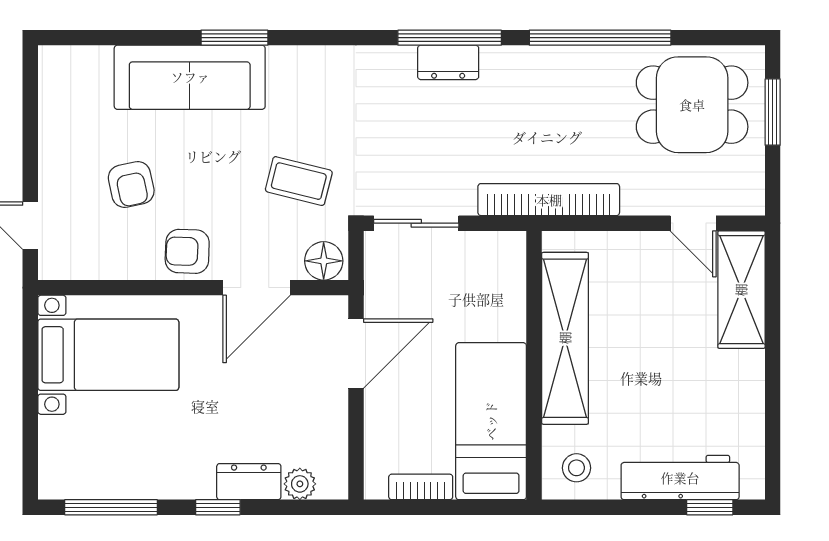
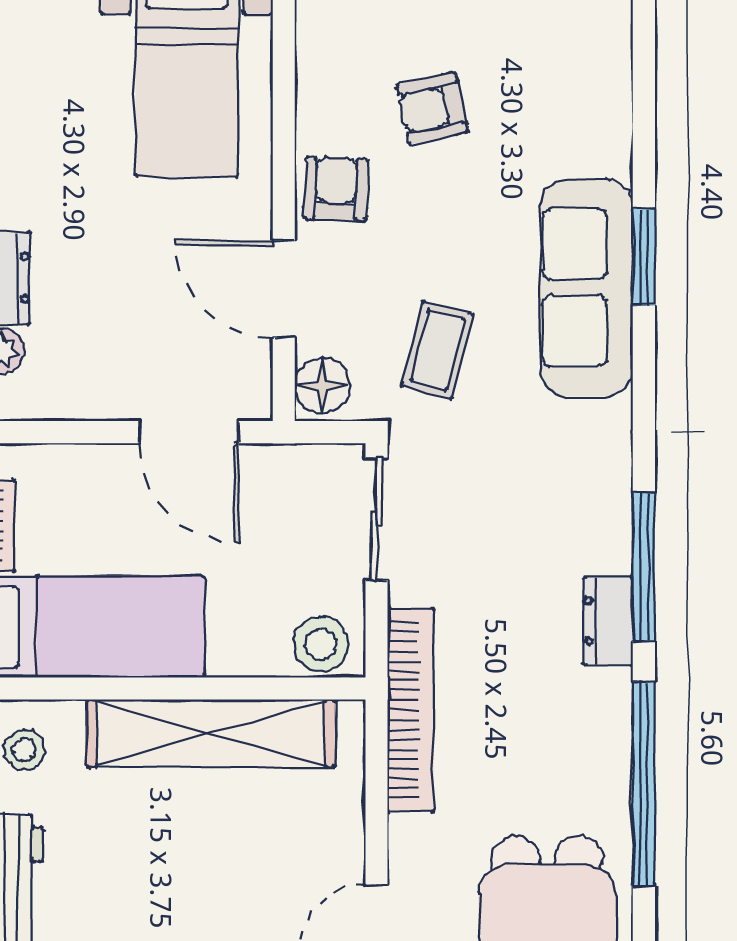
dresser: (448, 62) -> (608, 621), moved
sofa: (190, 77) -> (587, 287), moved
stool: (503, 262) -> (321, 644), added

